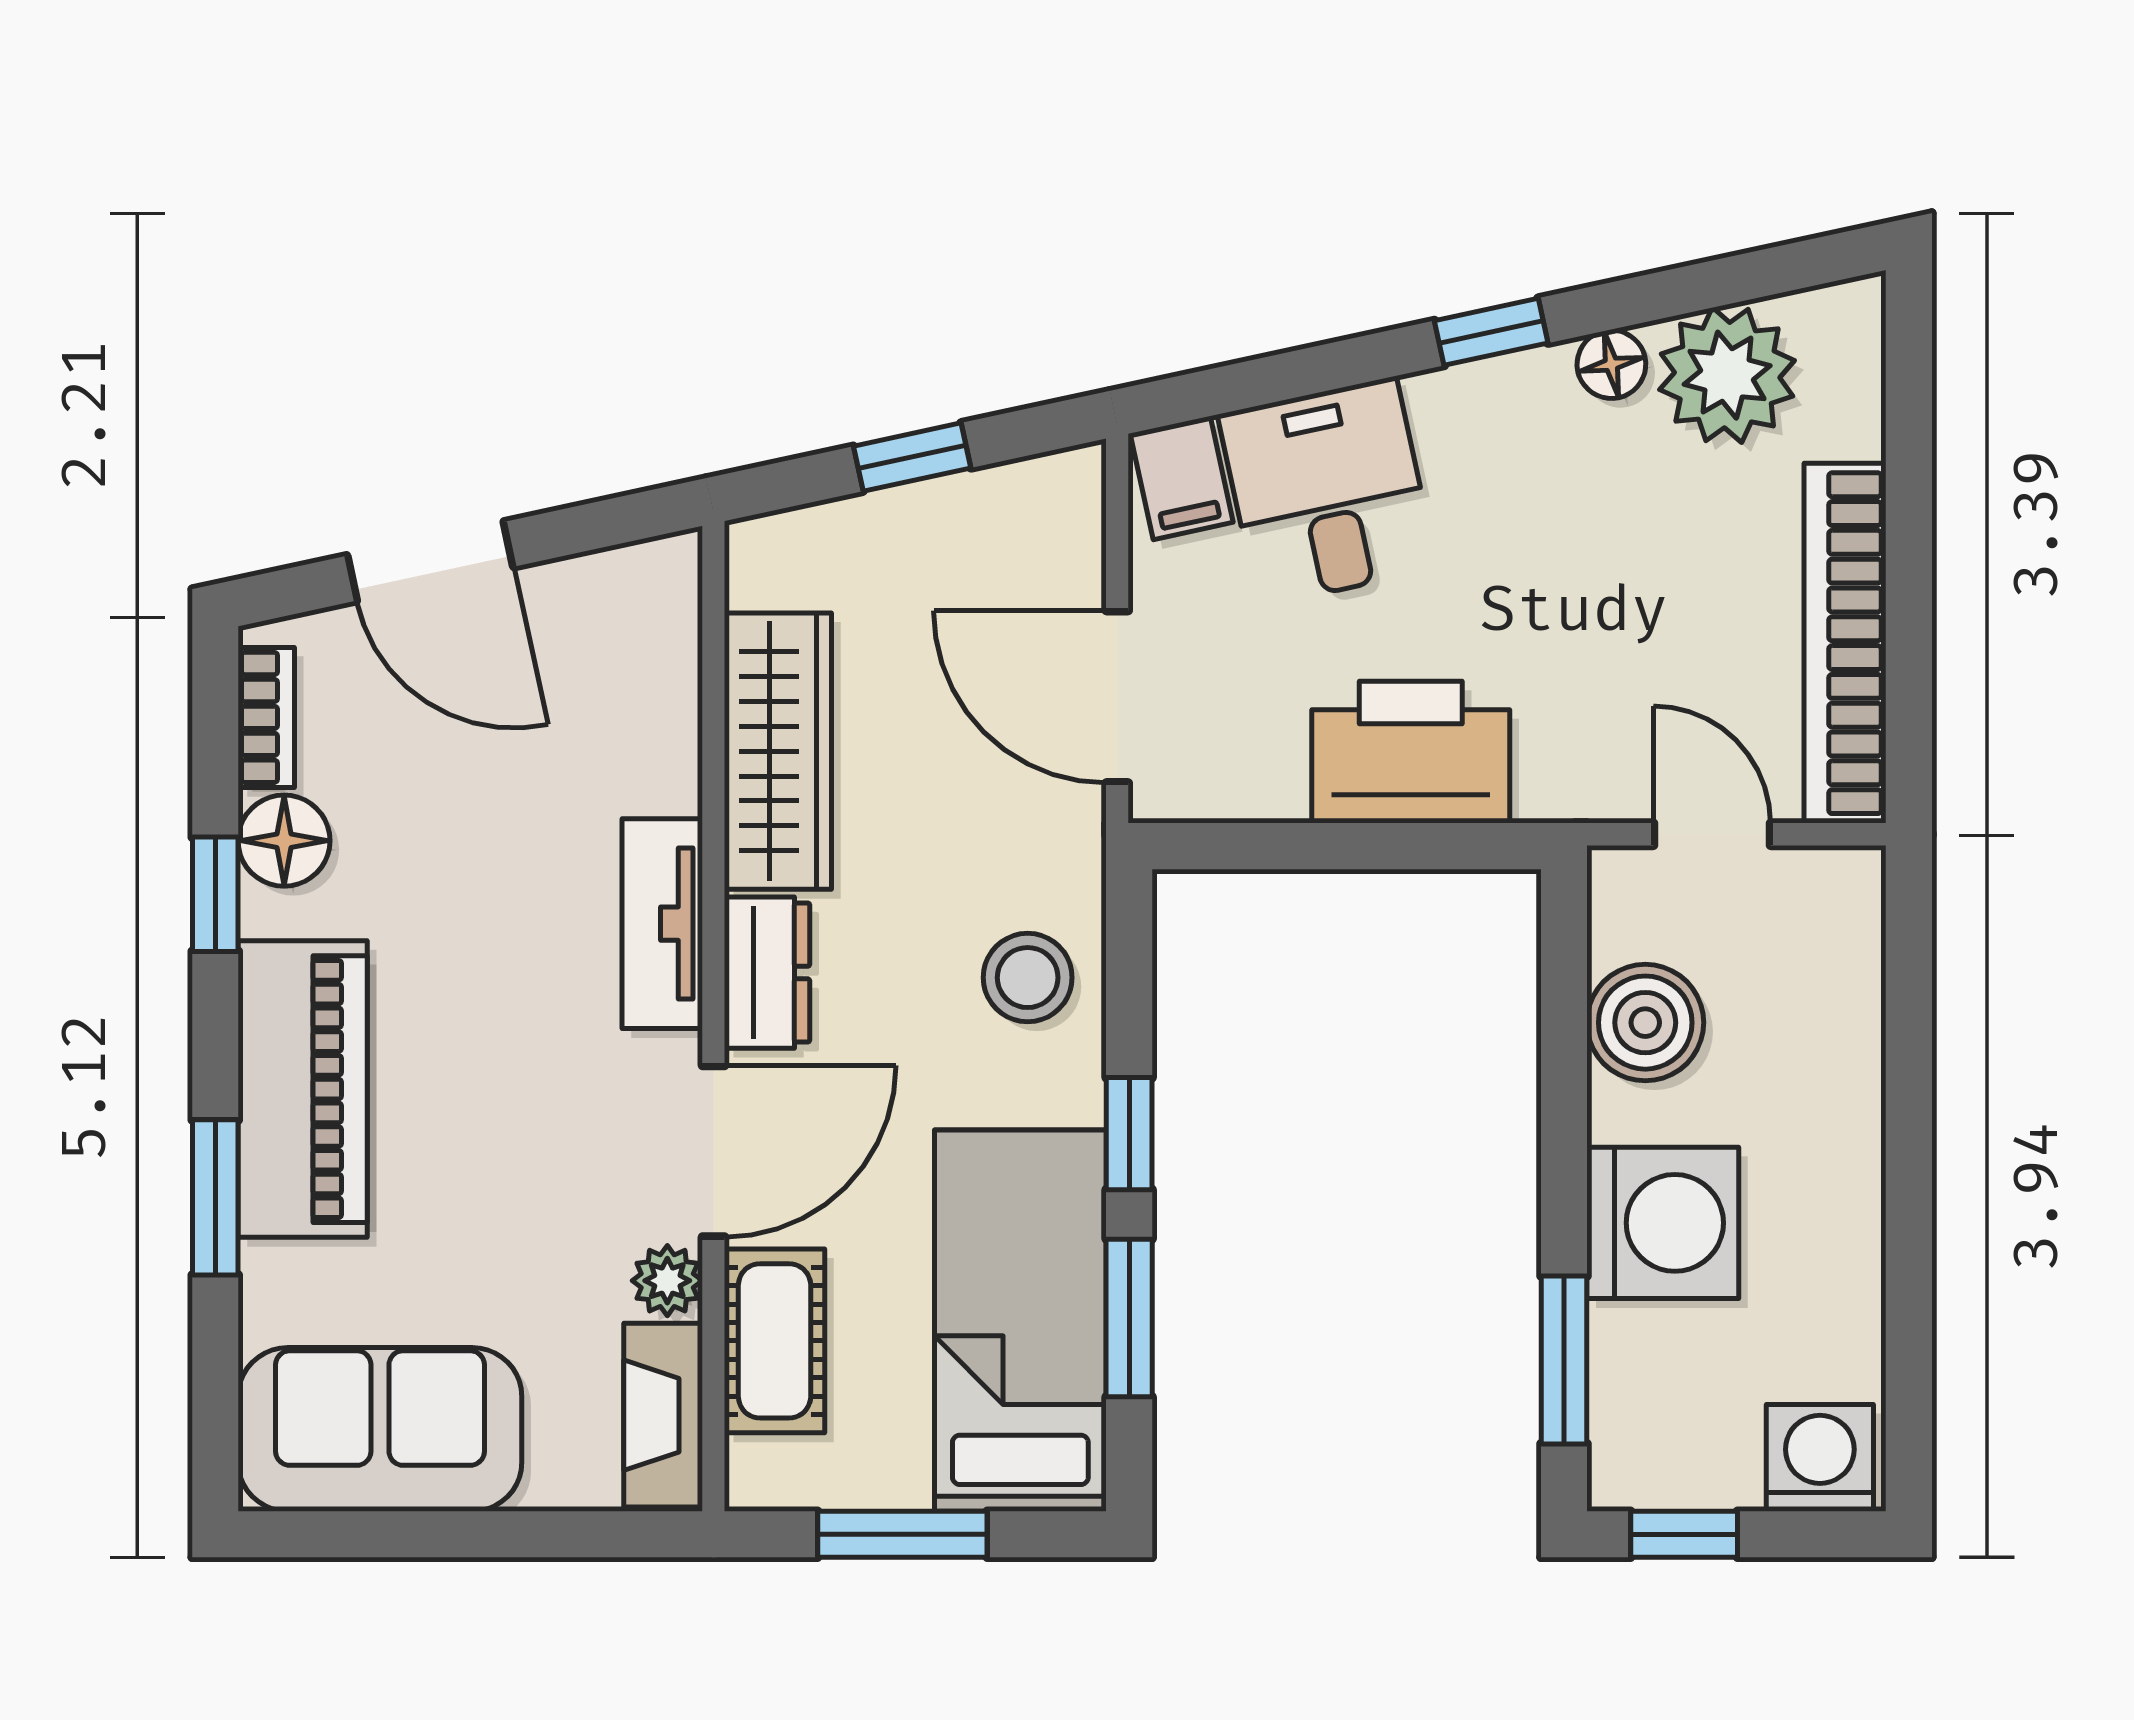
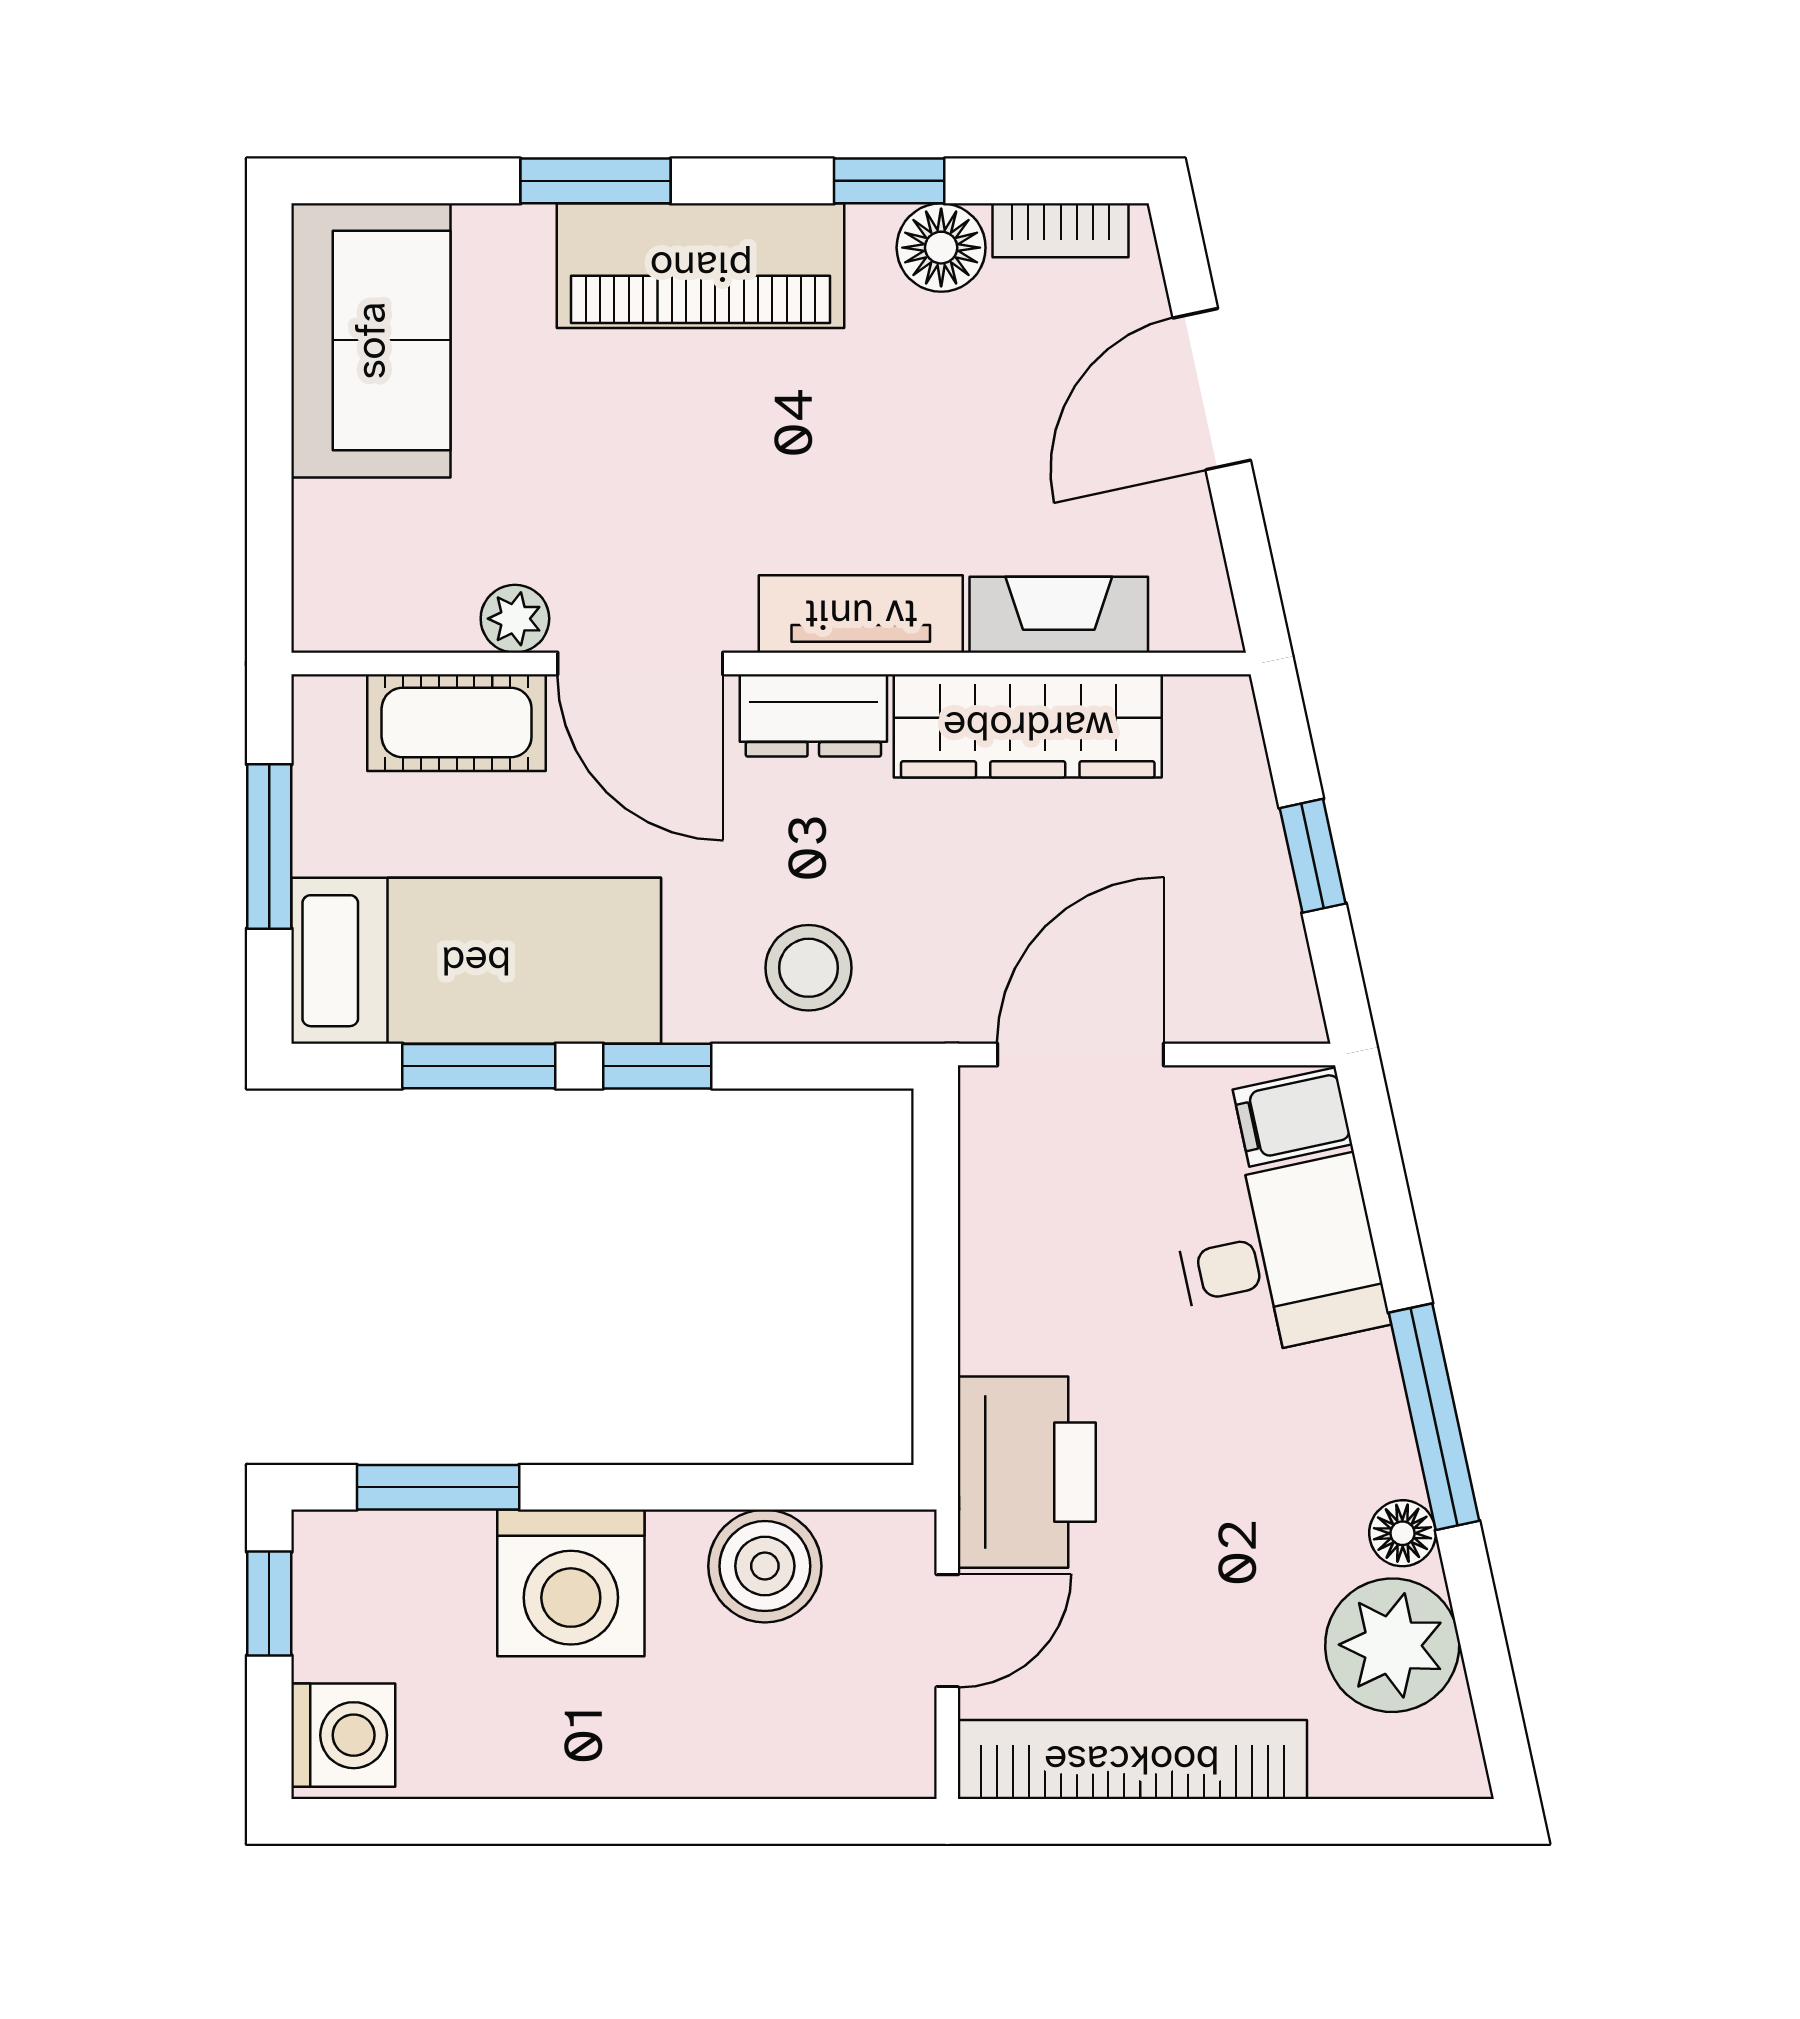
window: (1491, 332) -> (1434, 1417), width x2.17
printer: (1411, 752) -> (1027, 1472), moved
fireplace: (663, 1415) -> (1059, 615), moved

